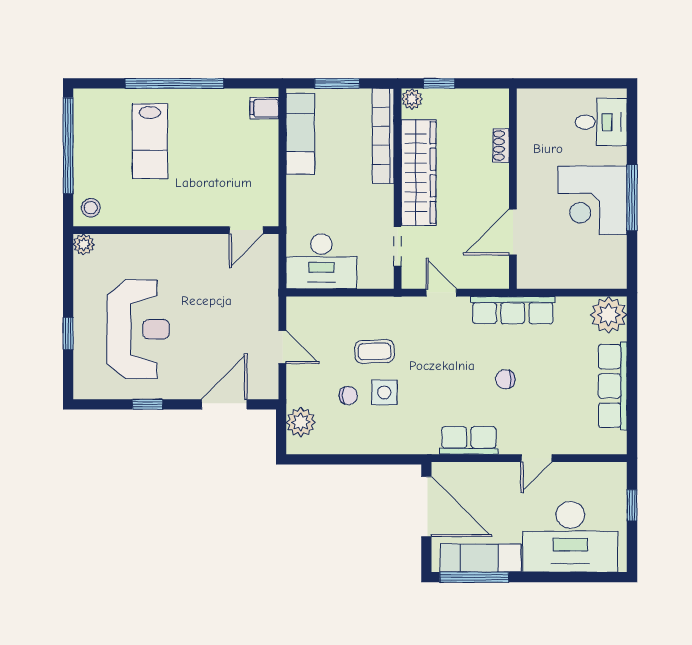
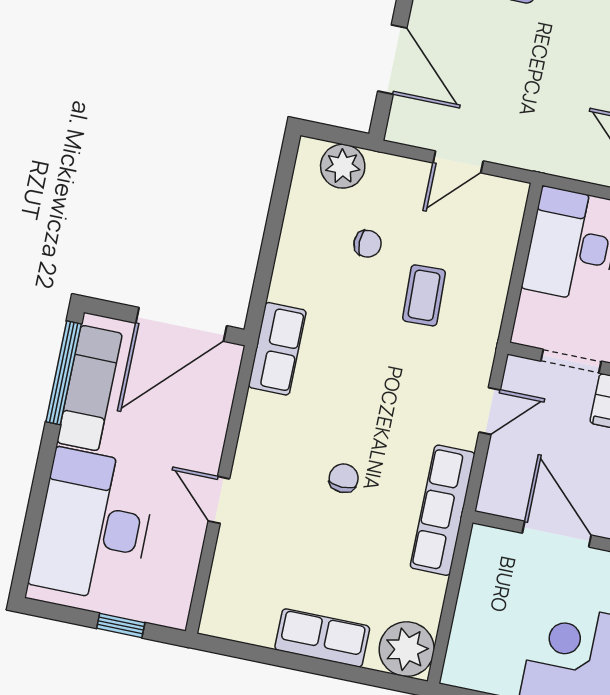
row of seats: (613, 386) -> (322, 638), width x0.68
side table: (384, 392) -> (361, 297), removed
chair: (348, 395) -> (368, 244), turned -90
row of seats: (469, 440) -> (277, 349), moved

